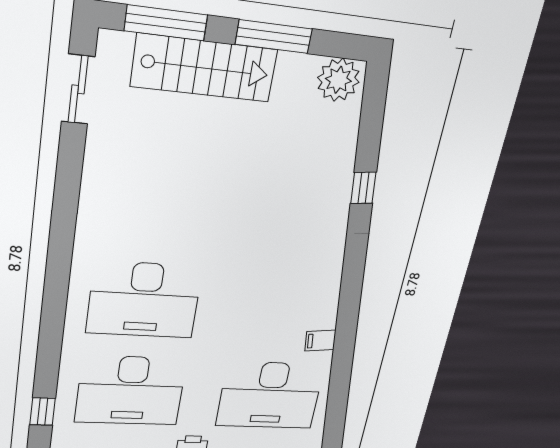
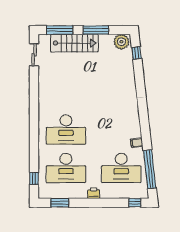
window: (363, 188) -> (137, 53), moved
window: (338, 400) -> (150, 169), added

